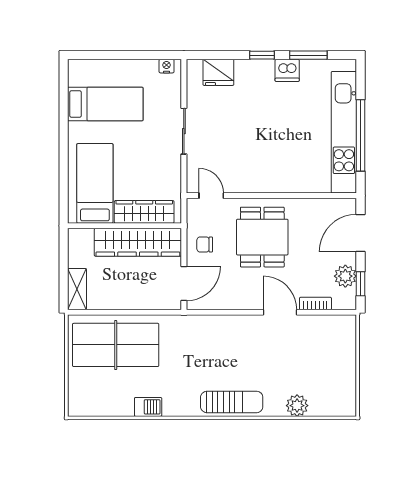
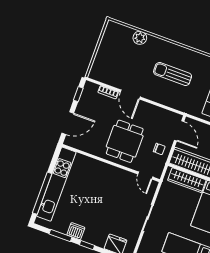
window: (361, 135) -> (42, 193), moved
plant: (345, 276) -> (85, 102), removed
door: (184, 284) -> (179, 131), swing flipped
sun lounger: (232, 402) -> (173, 74), moved

